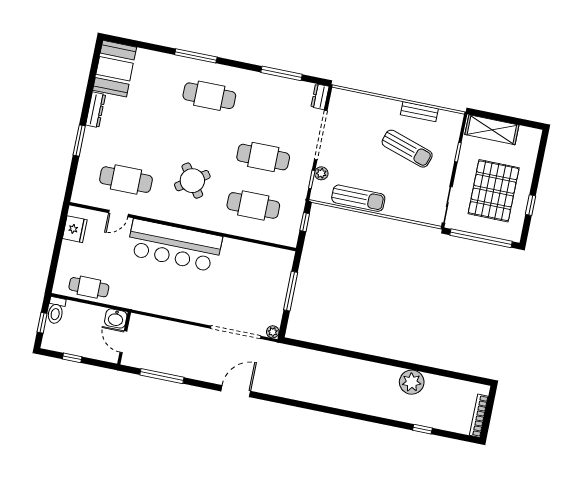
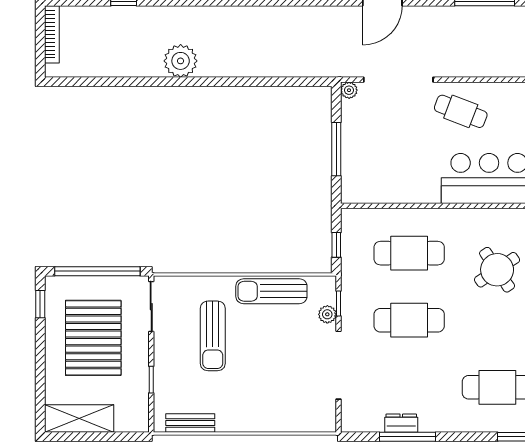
dresser: (320, 97) -> (401, 423), moved, turned -90
bench: (419, 112) -> (190, 423), moved
shelving: (492, 130) -> (79, 419), moved
sun lounger: (407, 149) -> (213, 336), moved, turned -108
window: (531, 205) -> (40, 304), moved
cafe table: (195, 300) -> (461, 111), added
plant: (412, 382) -> (181, 61), moved

